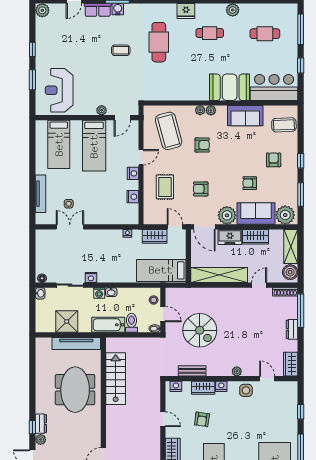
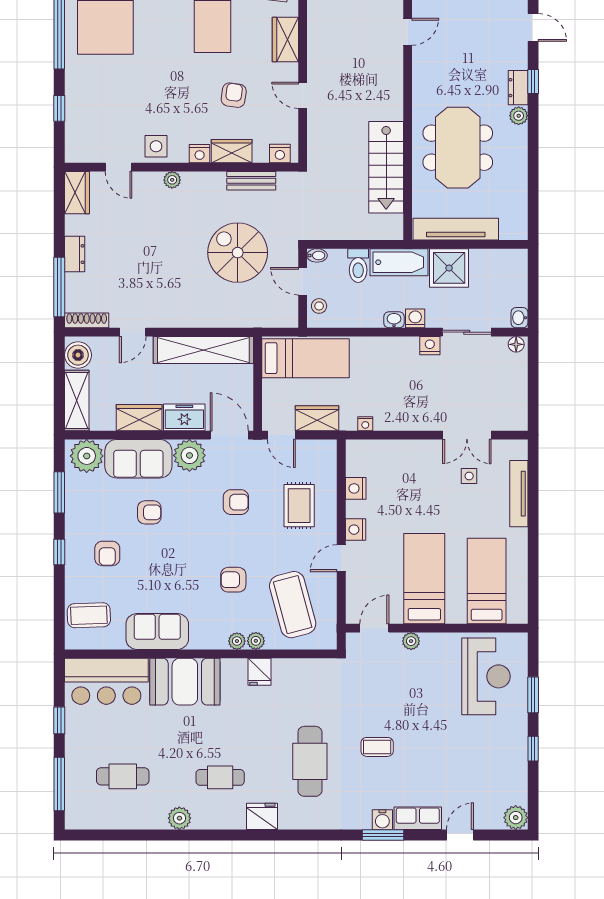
fridge: (187, 93) -> (259, 672), added
plant: (211, 110) -> (256, 641), moved
shower: (67, 321) -> (449, 268), moved
plant: (41, 440) -> (519, 116), moved

